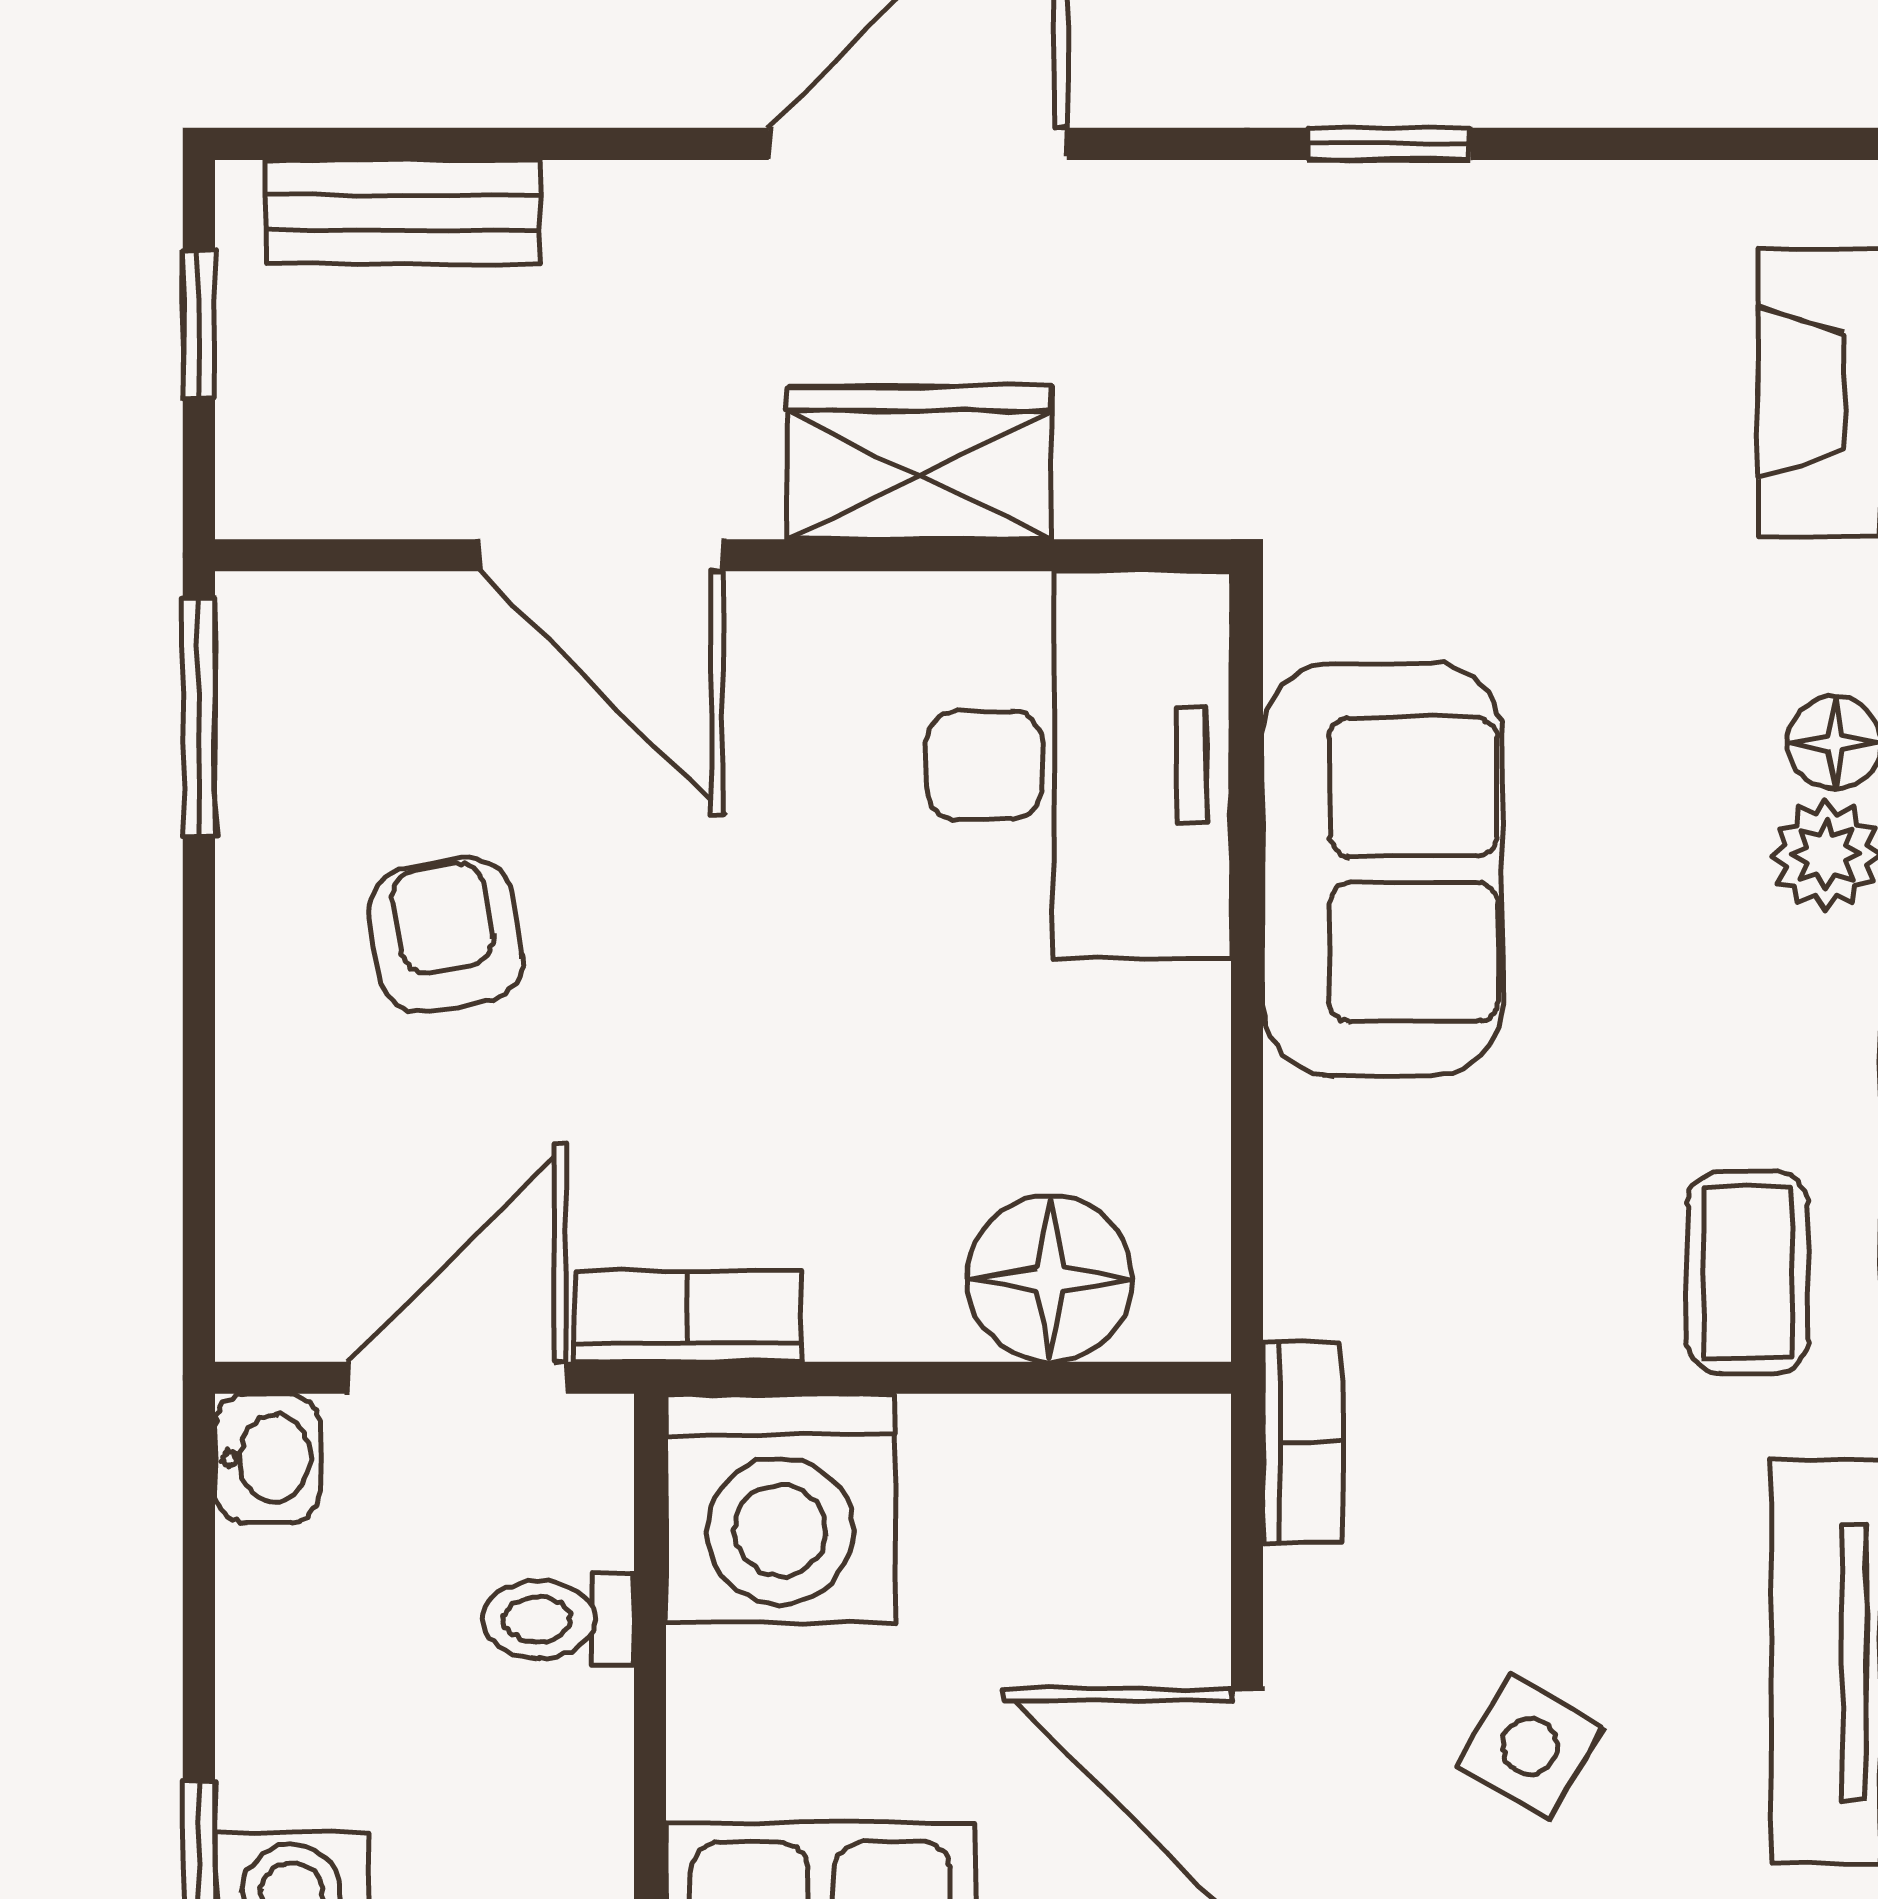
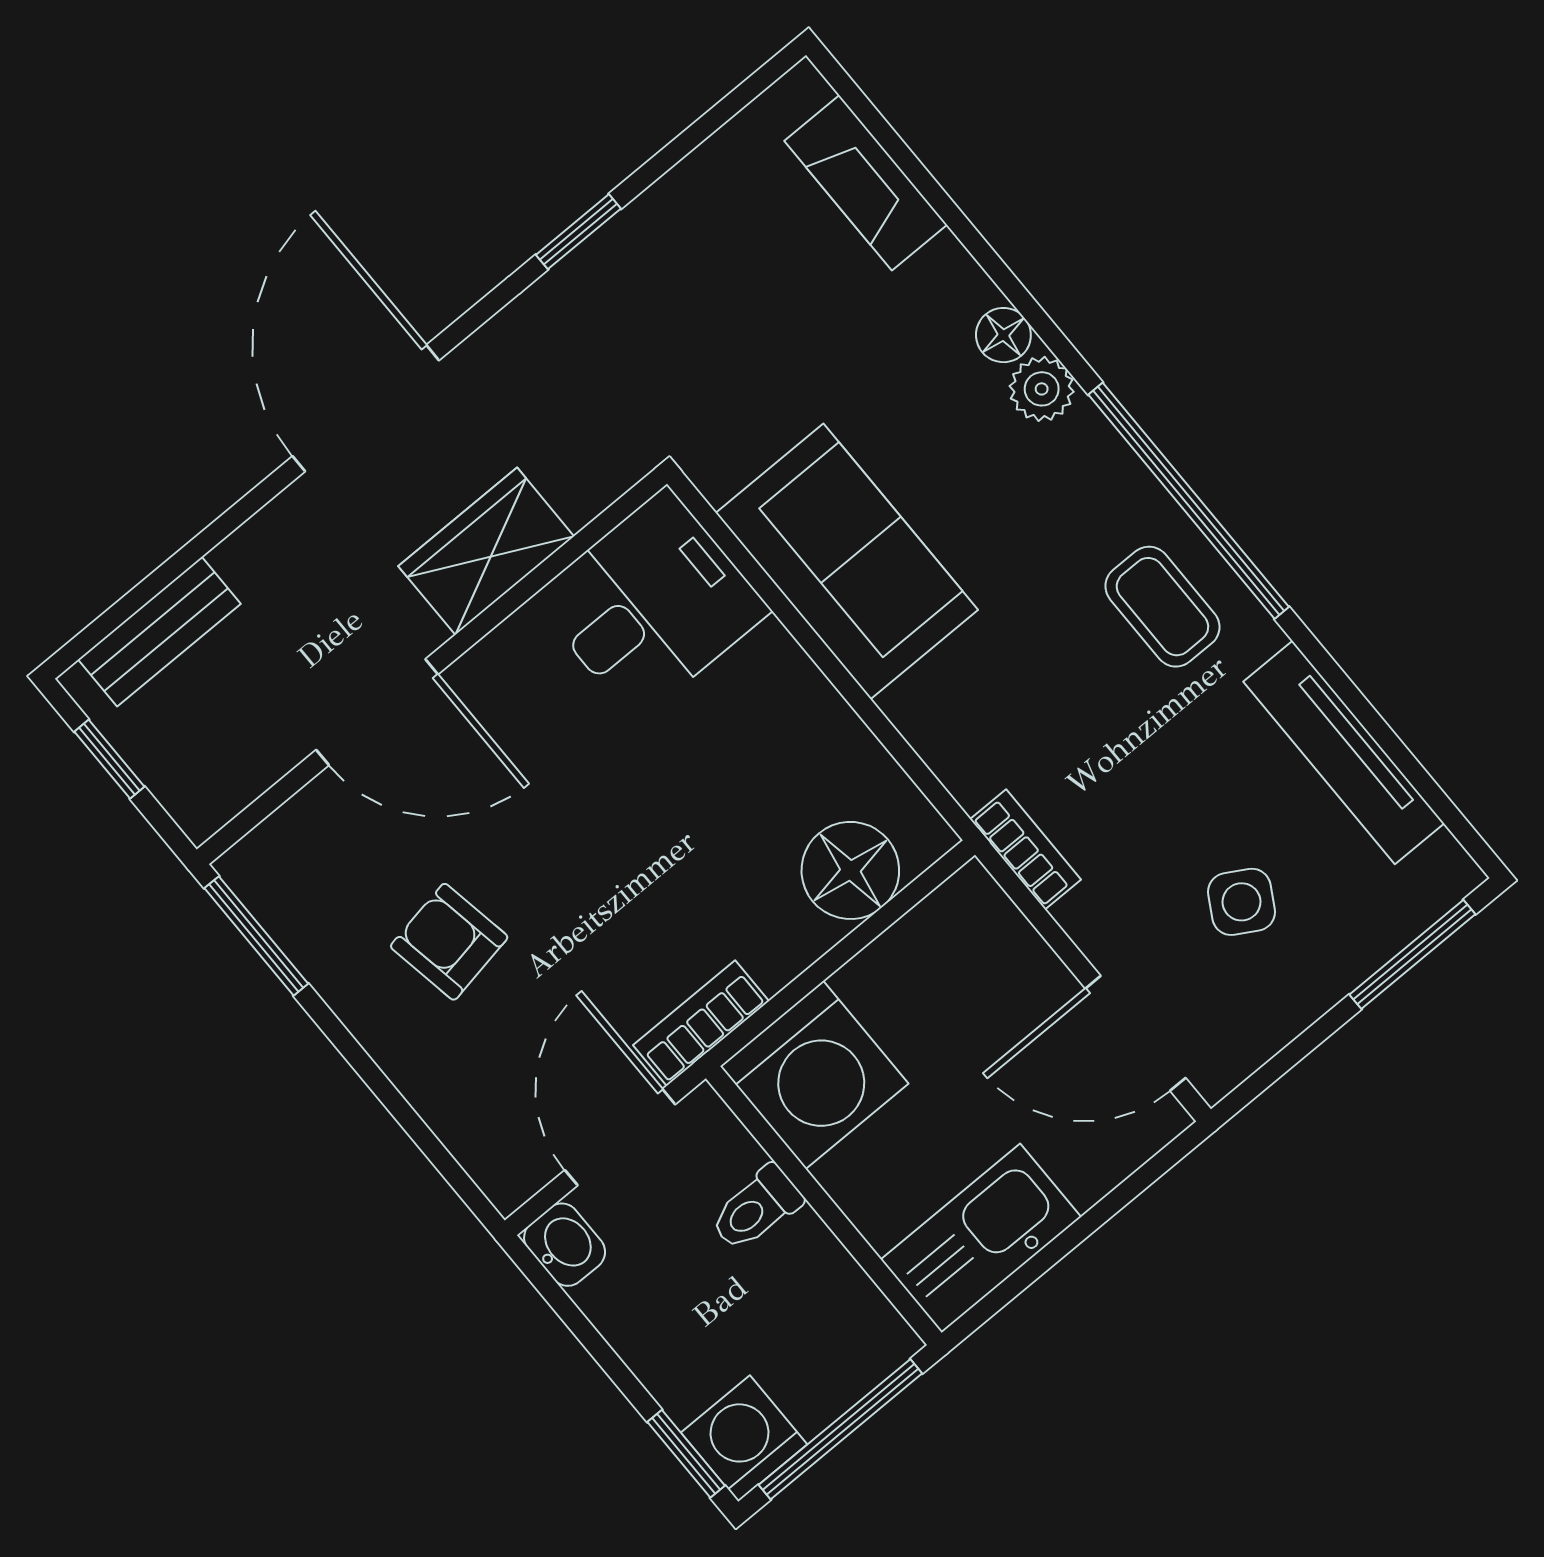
desk: (1079, 765) -> (651, 604), width x0.73

